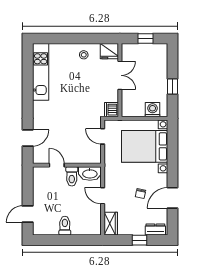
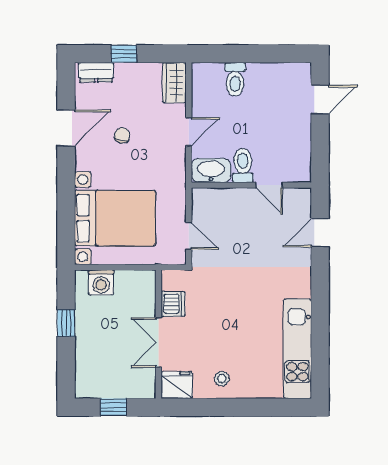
dishwasher: (111, 110) -> (173, 304), moved
door: (103, 196) -> (189, 132), hinge flipped
toilet: (65, 226) -> (235, 79), moved

